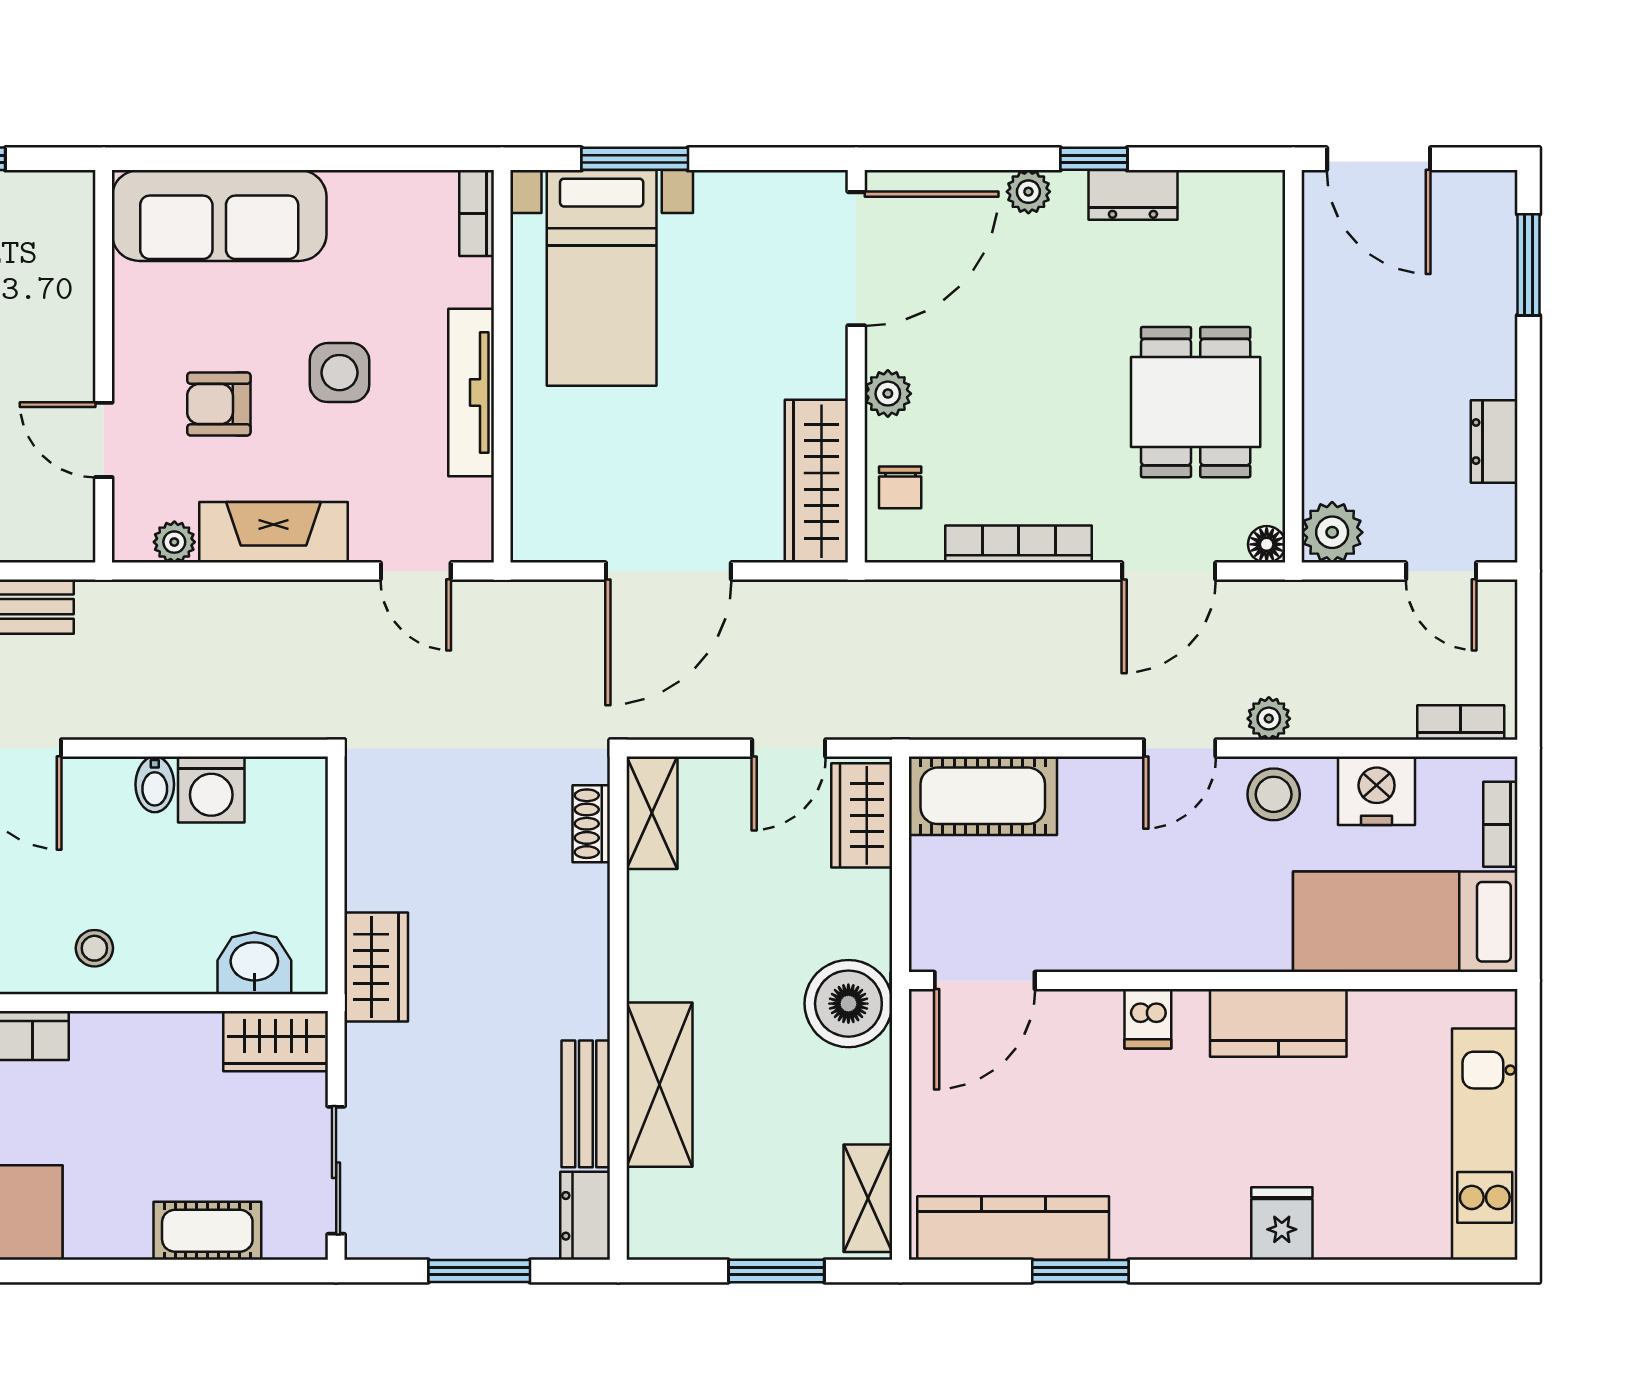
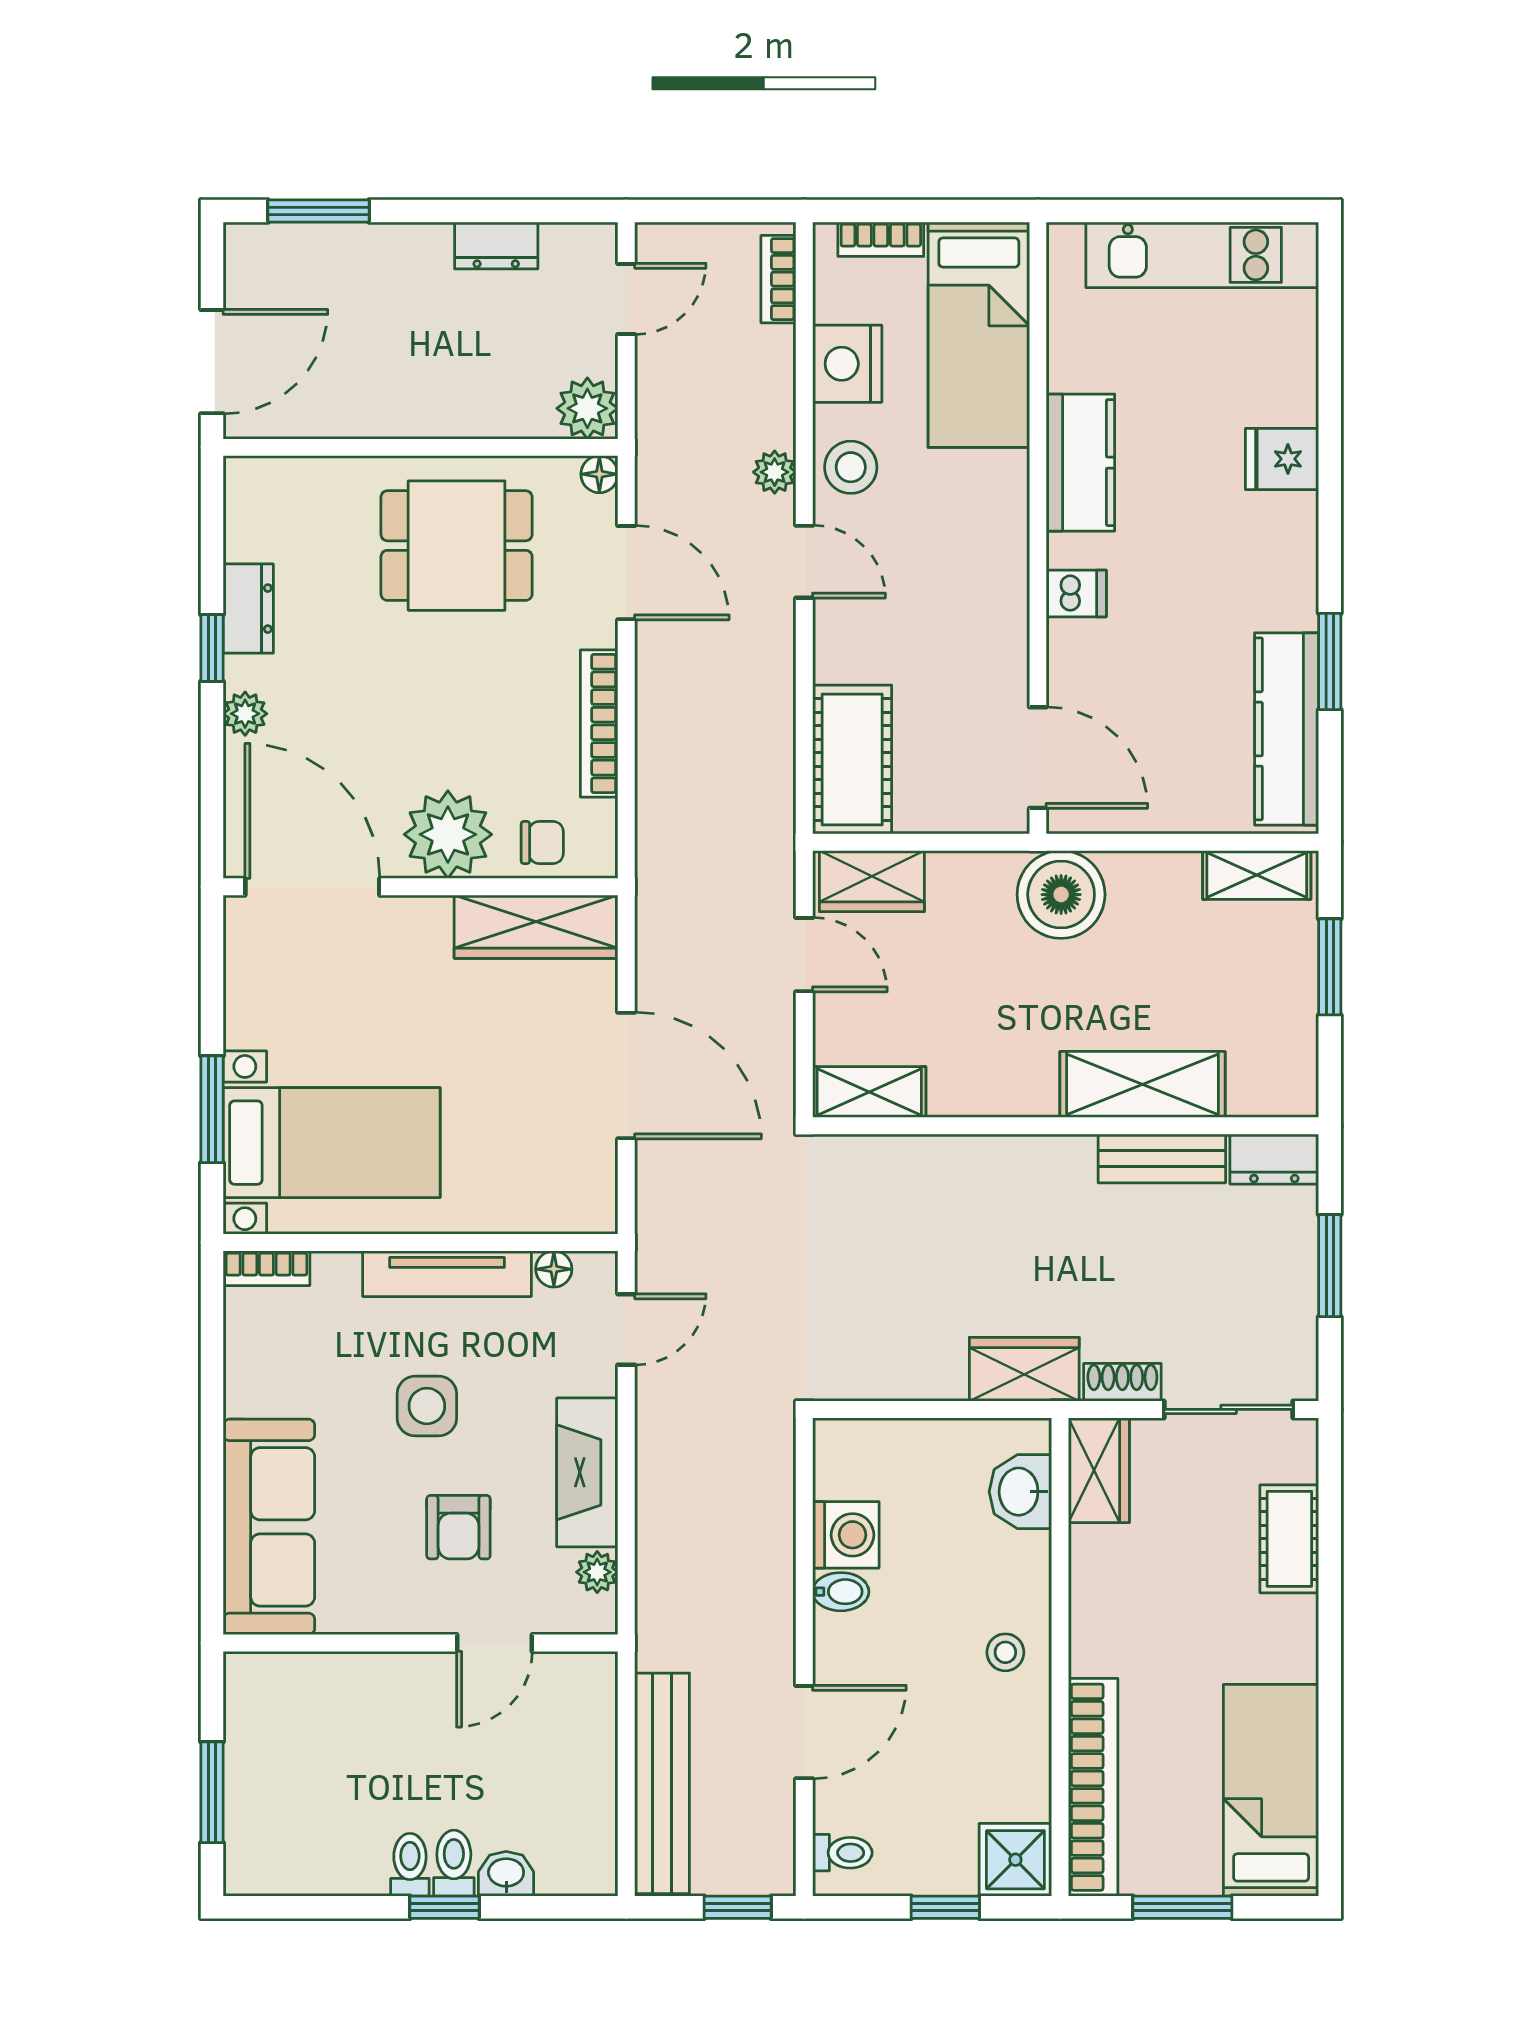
plant: (888, 394) -> (448, 834), width x1.88, depth x1.88
floor lamp: (476, 499) -> (554, 1269), added
shoe rack: (591, 824) -> (1122, 1382), moved, turned 180

